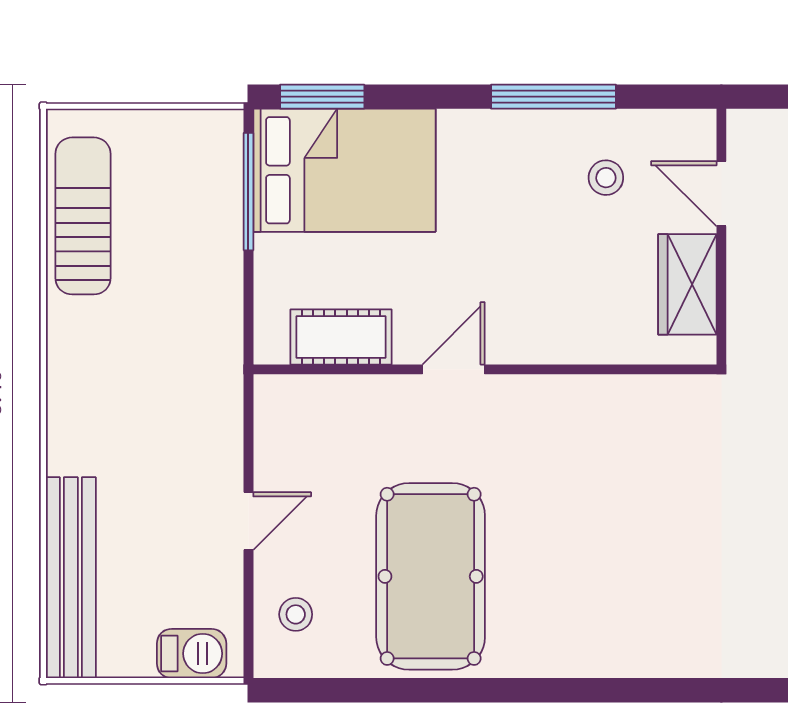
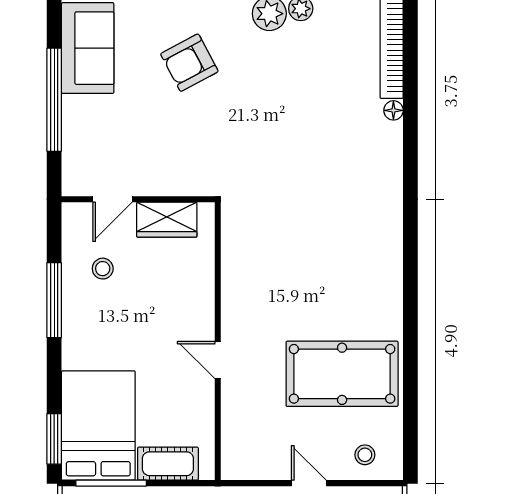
cot: (341, 337) -> (168, 464), moved, turned 90

